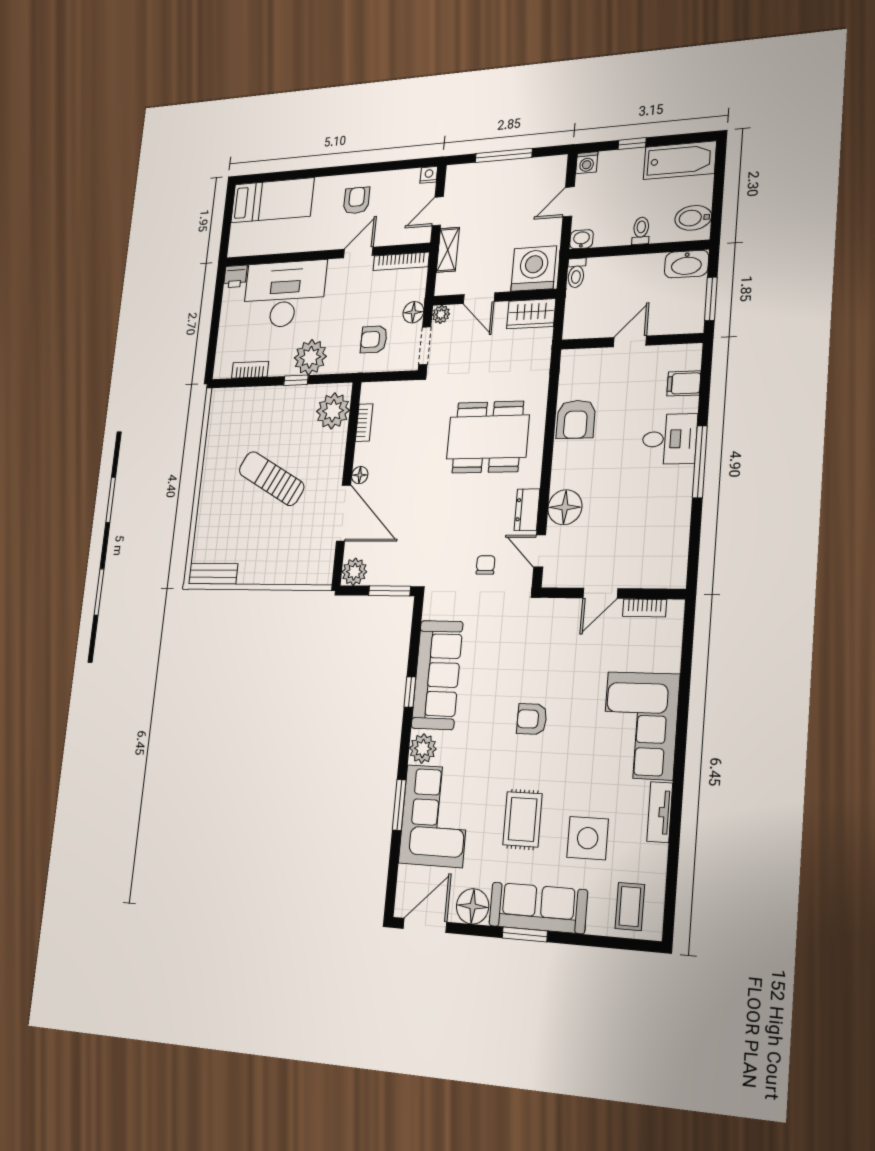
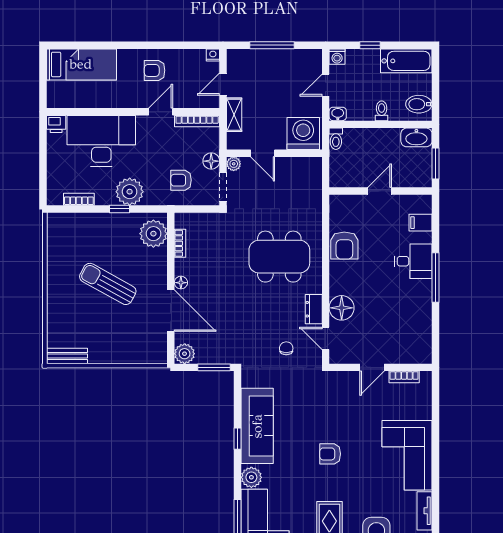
armchair: (357, 201) -> (155, 70), turned -90
wardrobe: (531, 314) -> (304, 167), removed

